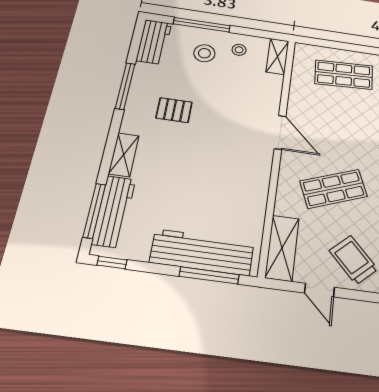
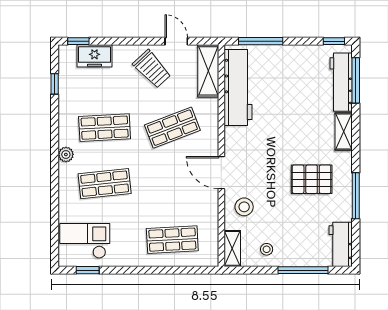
stool: (204, 53) -> (244, 207), moved
pallet: (174, 110) -> (312, 179), width x1.50, depth x1.42
workbench: (202, 252) -> (238, 87), moved, turned -90

